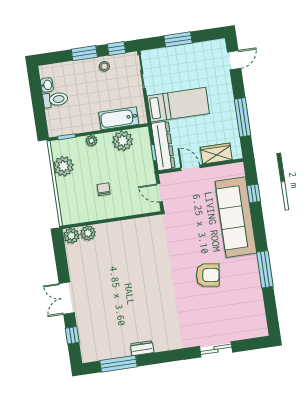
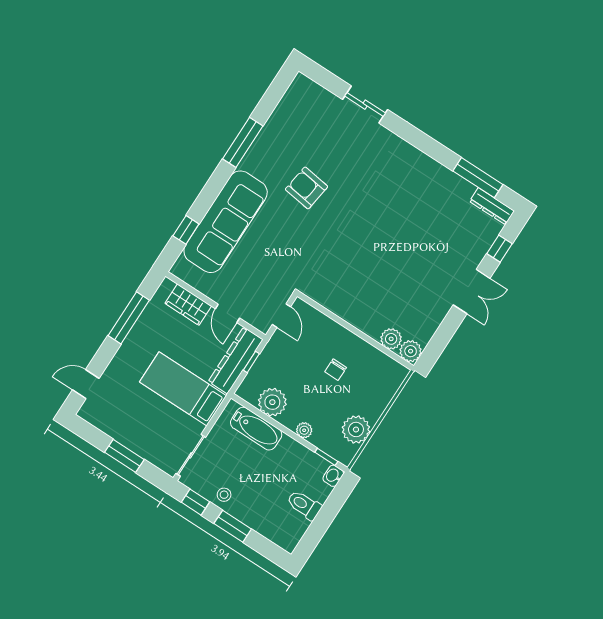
washbasin: (47, 85) -> (333, 476), moved
dresser: (142, 348) -> (492, 206), moved, width x1.44

